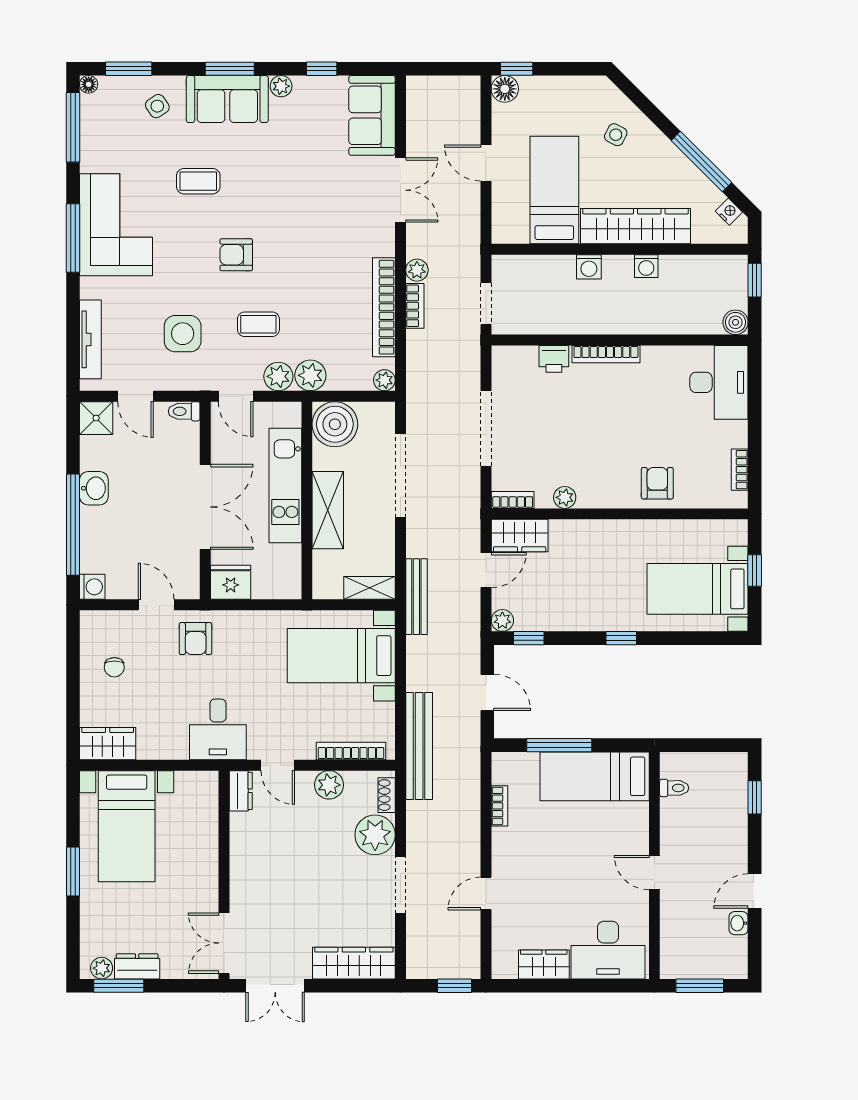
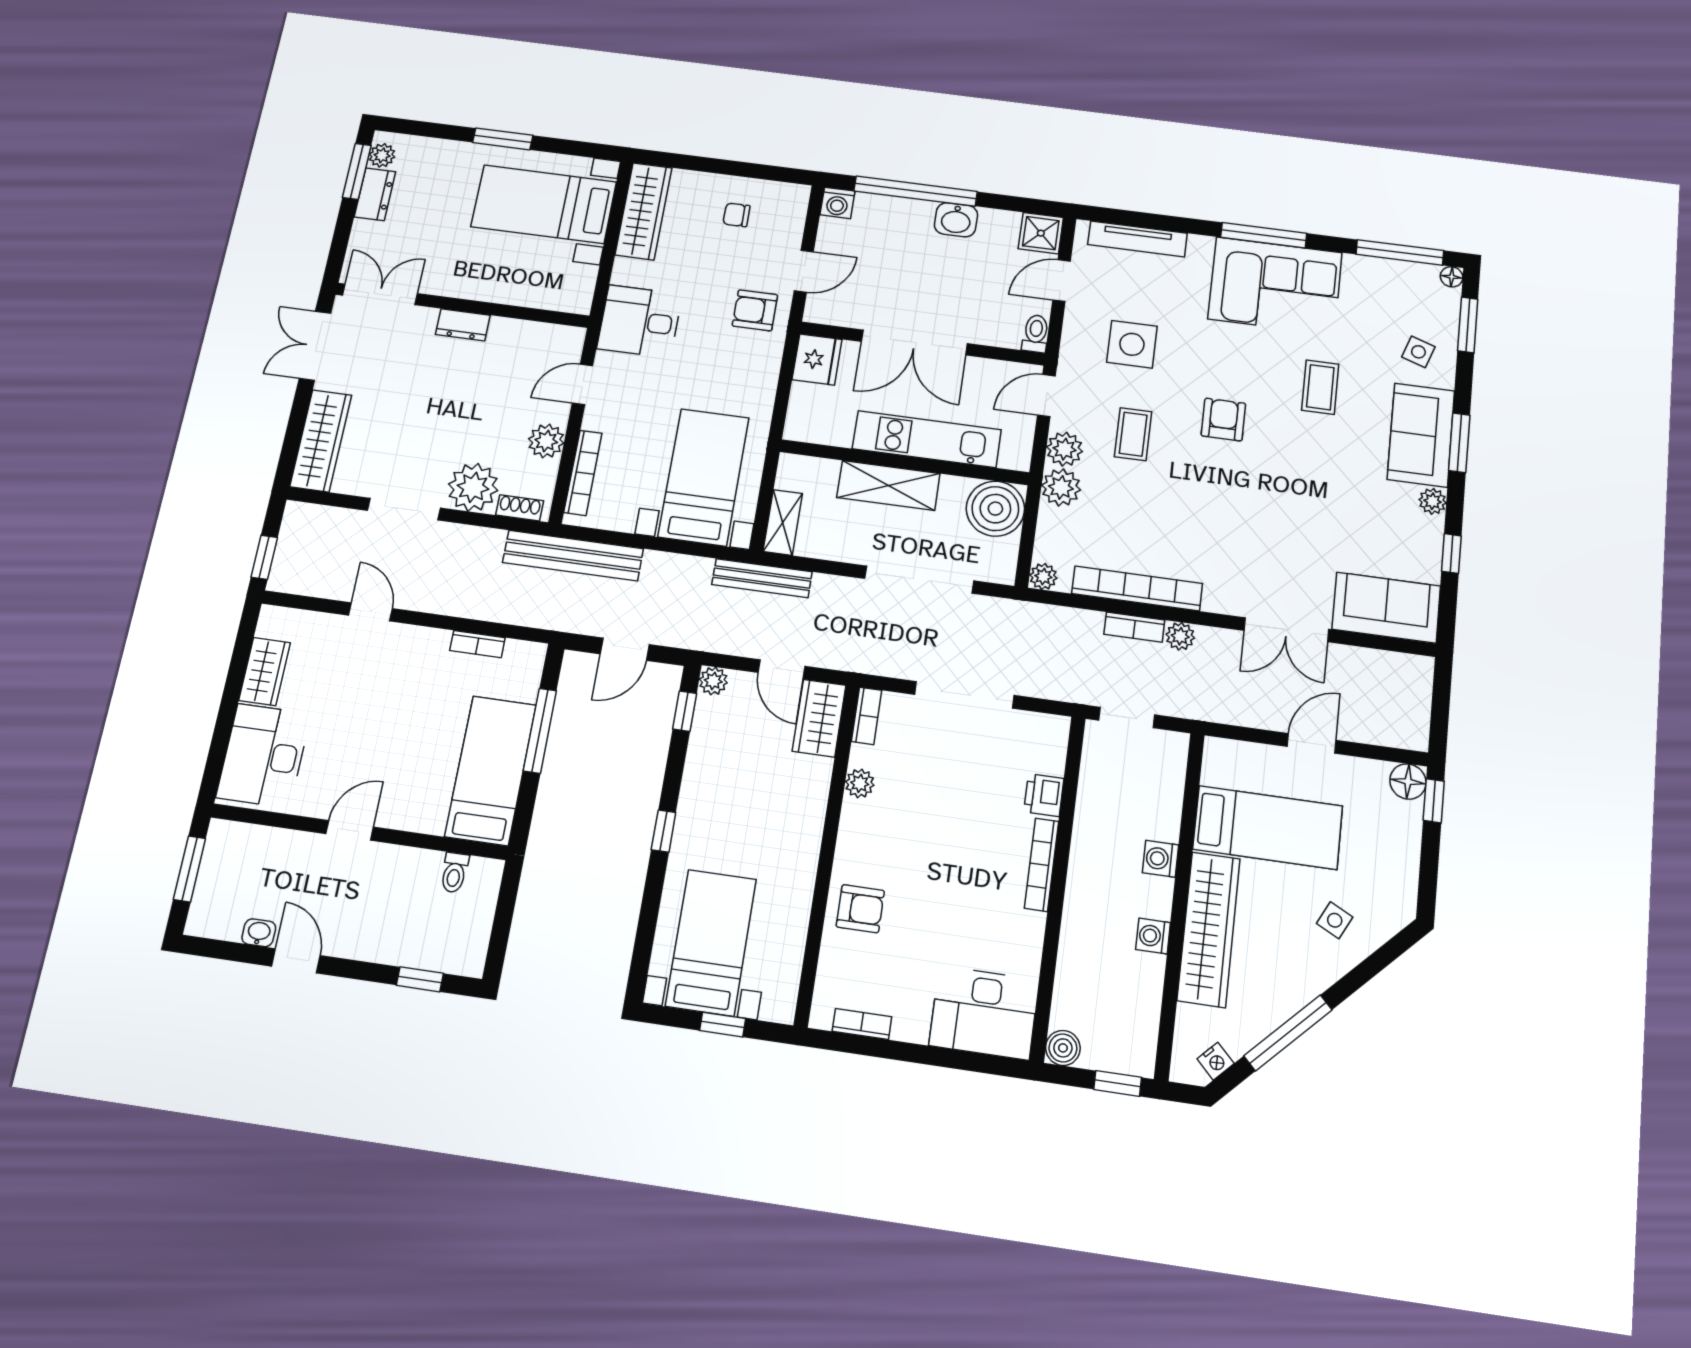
side table: (157, 106) -> (1418, 352), turned -37
wardrobe: (108, 744) -> (643, 211), width x1.50
dresser: (241, 791) -> (463, 325), moved

